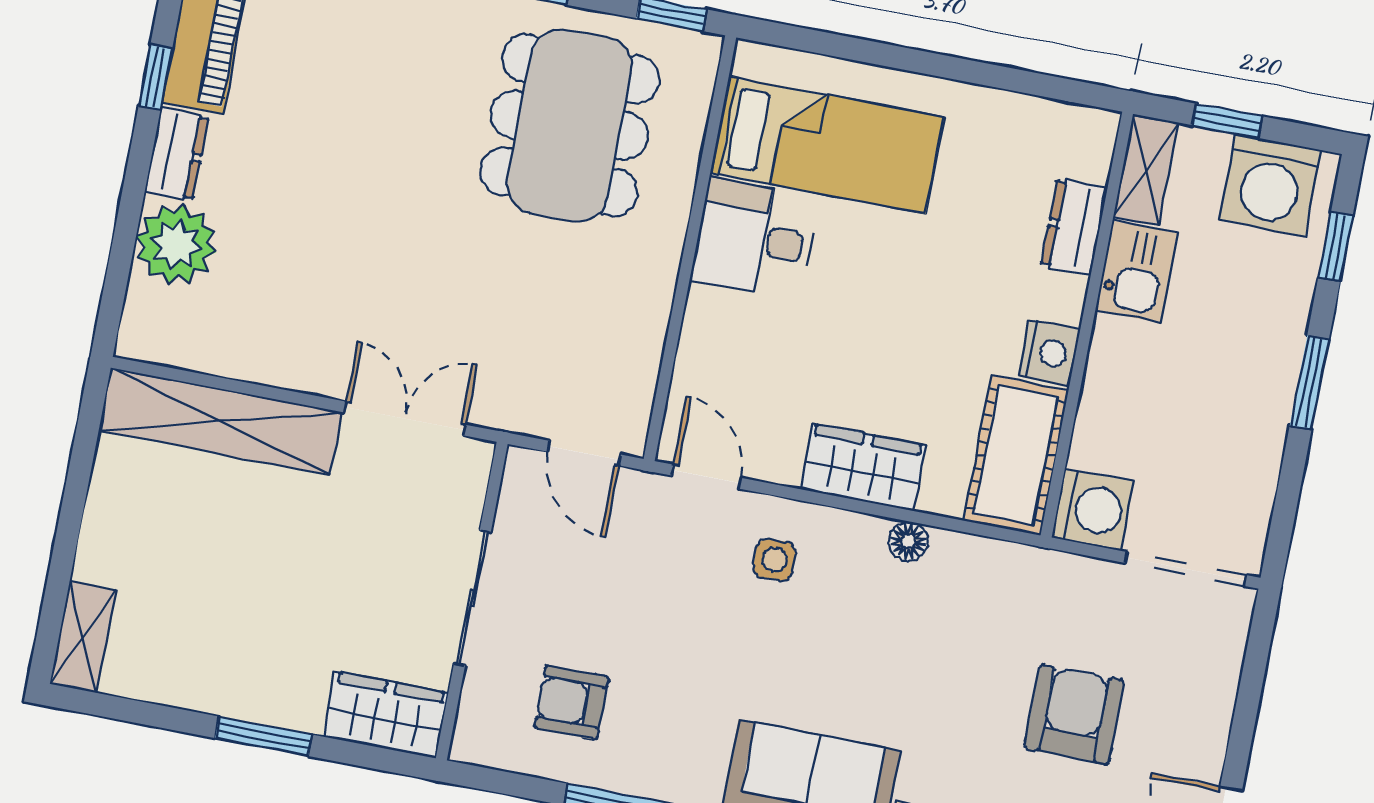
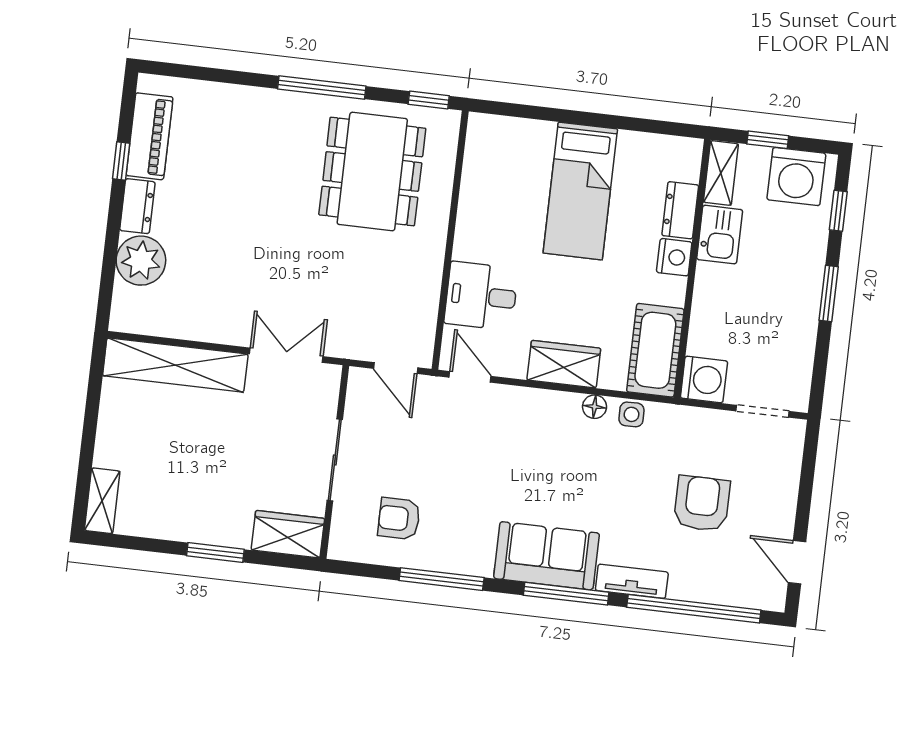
bed: (827, 145) -> (580, 191), moved, turned 90
desk: (755, 239) -> (481, 296), moved
nightstand: (1049, 353) -> (674, 257), moved
side table: (774, 560) -> (631, 414), moved
doorway: (1186, 569) -> (762, 411), width x0.73

